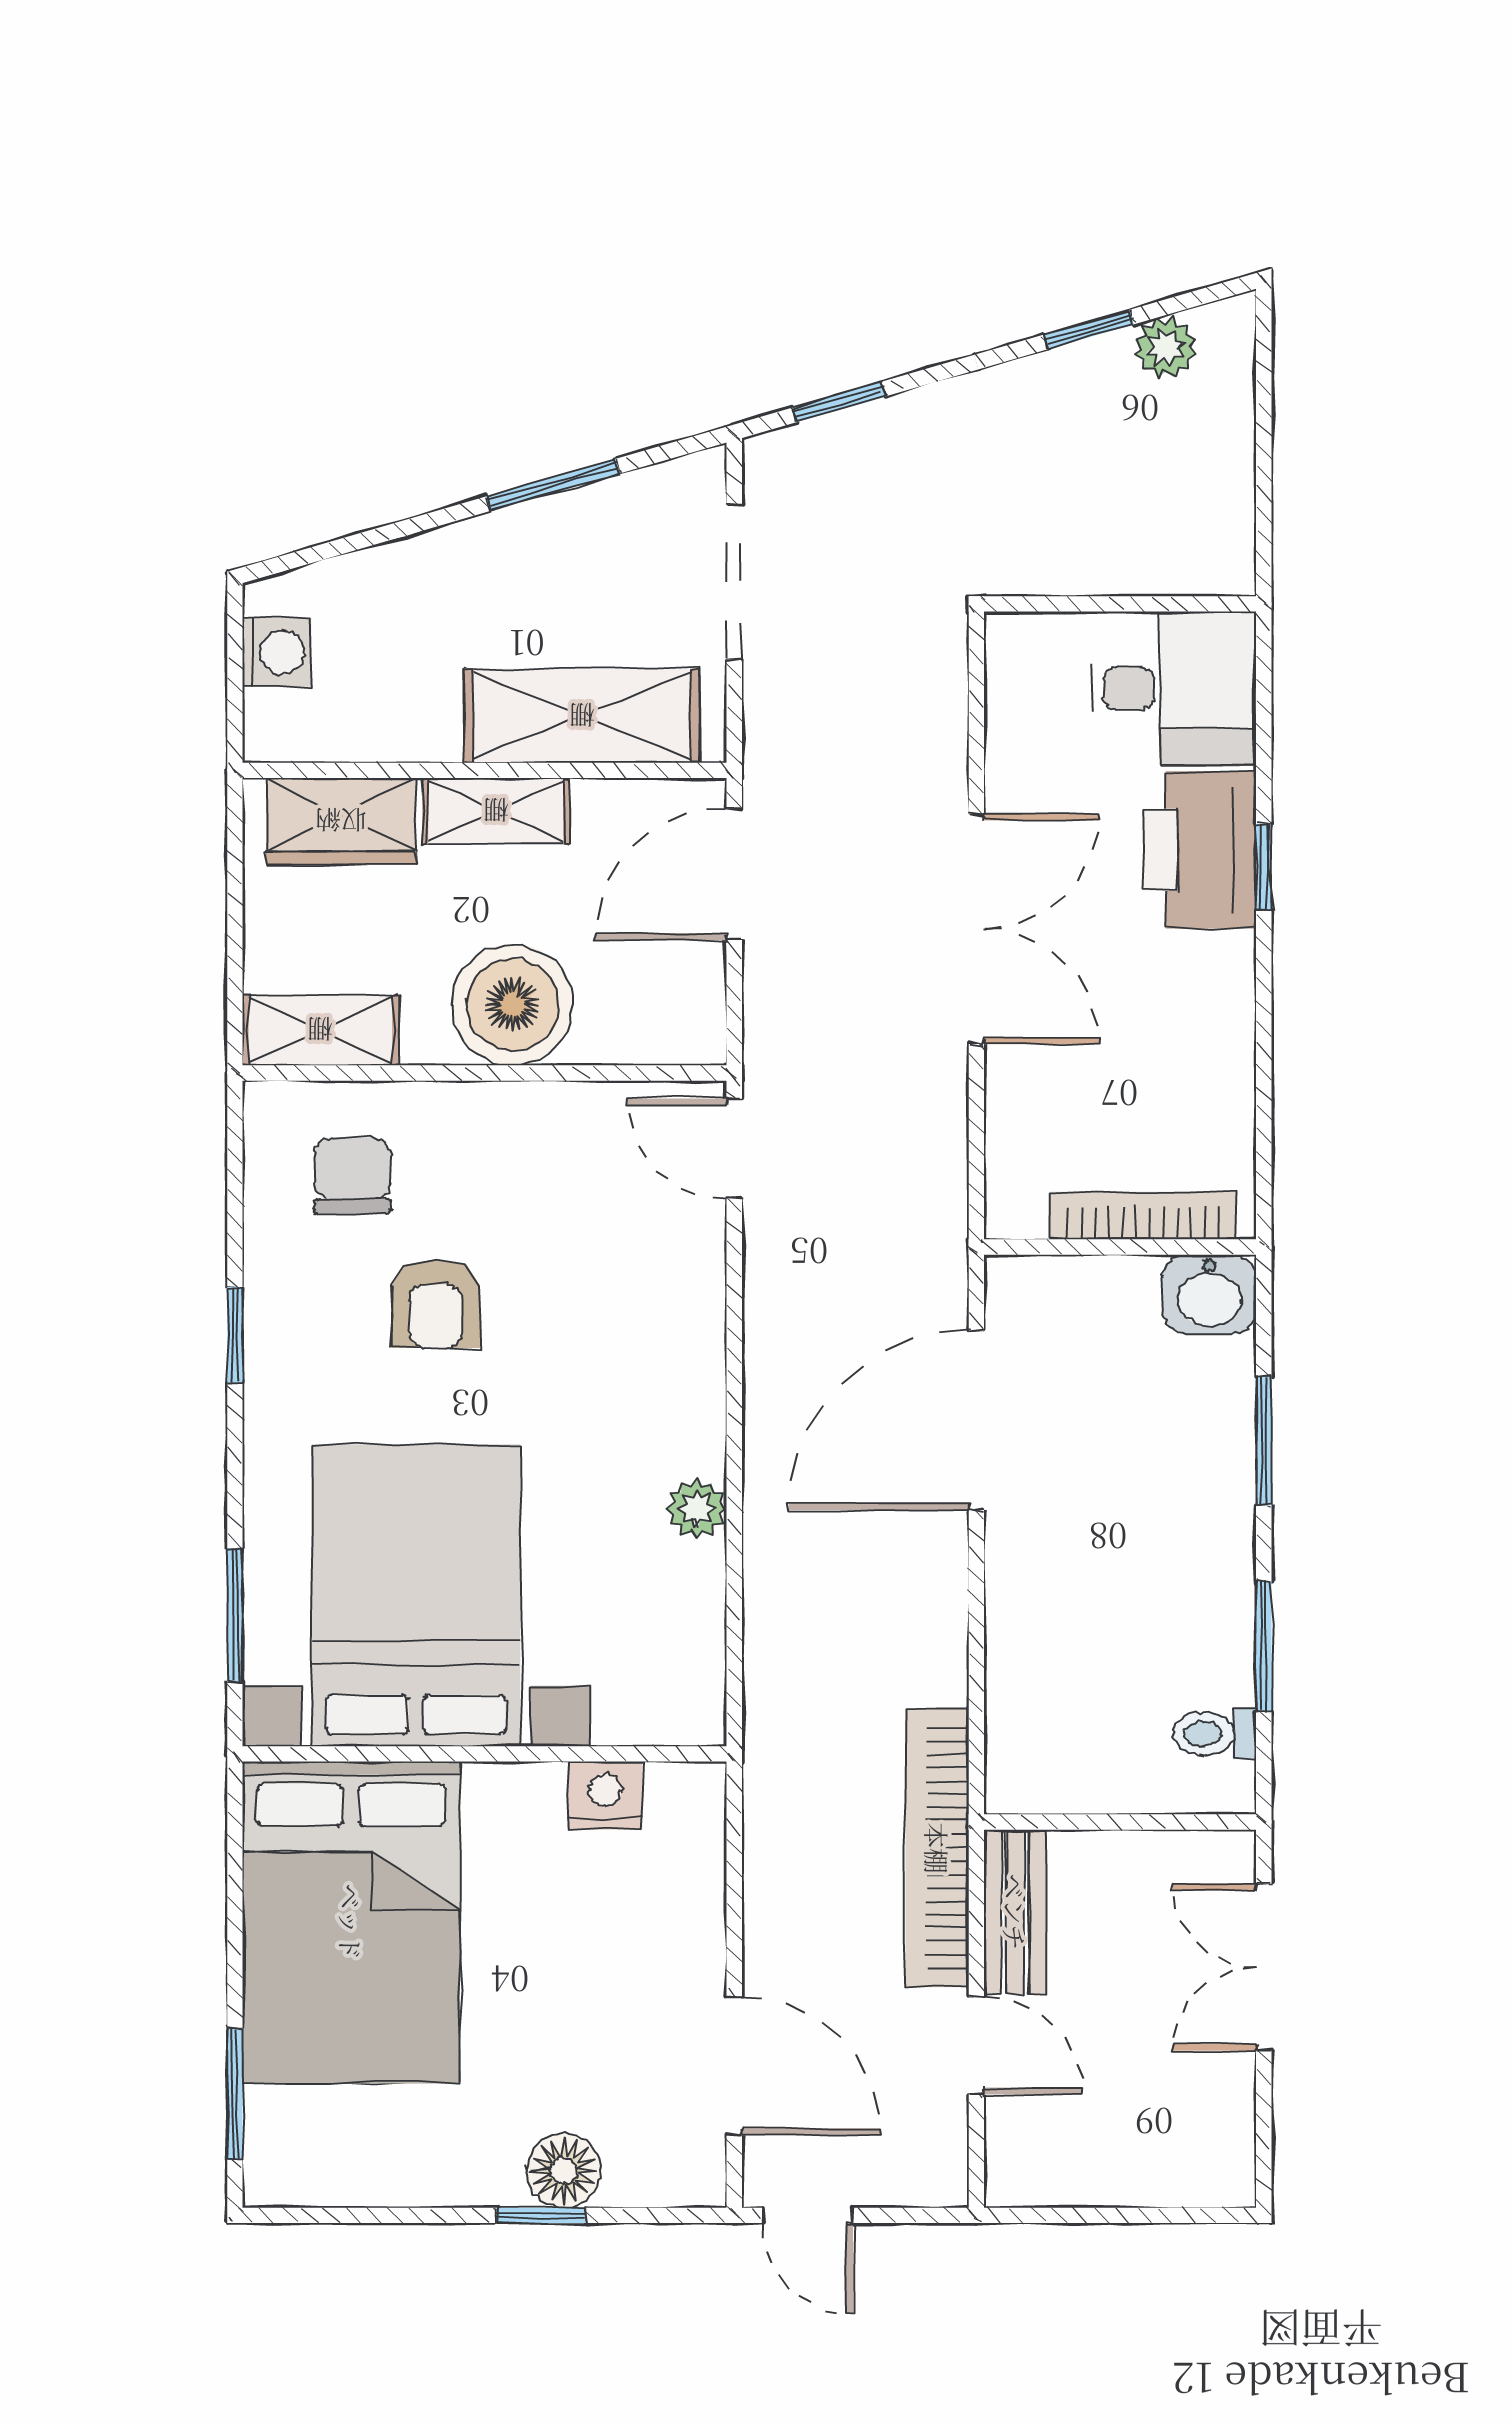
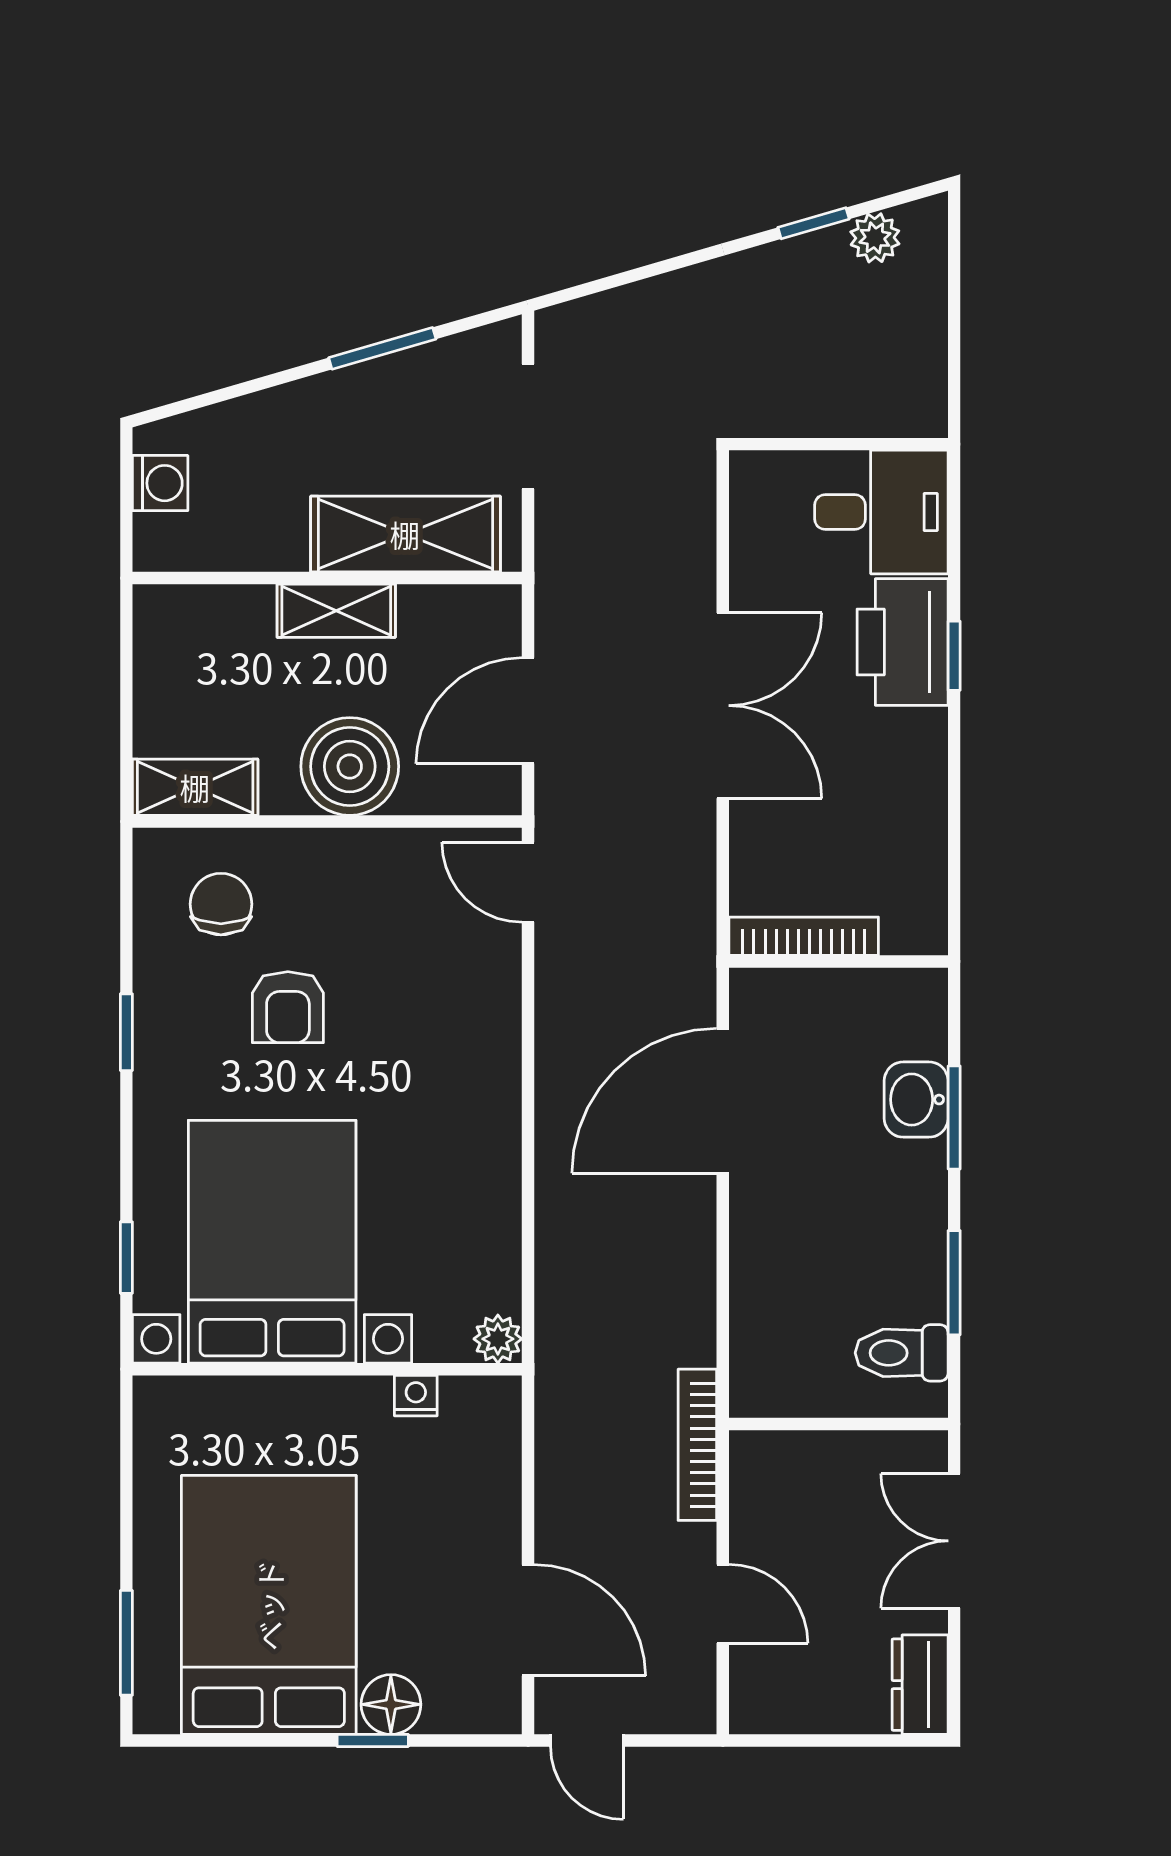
window: (839, 402) -> (612, 282), removed
wardrobe: (341, 821) -> (212, 619), removed
door: (734, 874) -> (528, 711), moved
bookcase: (1143, 1216) -> (804, 936), moved
washbasin: (1209, 1294) -> (916, 1100), moved, turned 90
plant: (697, 1509) -> (498, 1339), moved
window: (235, 1615) -> (126, 1258), width x0.67
toilet: (1215, 1734) -> (902, 1353), width x1.37, depth x1.39
nightstand: (605, 1796) -> (416, 1396), width x0.72, depth x0.74
bookcase: (937, 1848) -> (697, 1445), width x0.68, depth x0.76
bench: (1015, 1912) -> (754, 1496), removed
bed: (351, 1922) -> (269, 1605), moved, turned 180
dresser: (1221, 2146) -> (920, 1685), added

